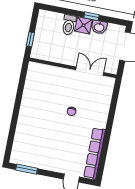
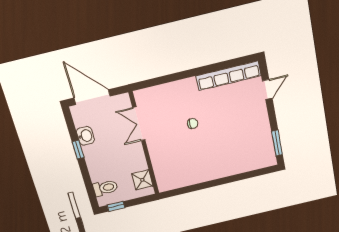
toilet: (69, 25) -> (105, 188), moved
shower: (83, 25) -> (142, 180), moved
window: (30, 39) -> (116, 206), moved

